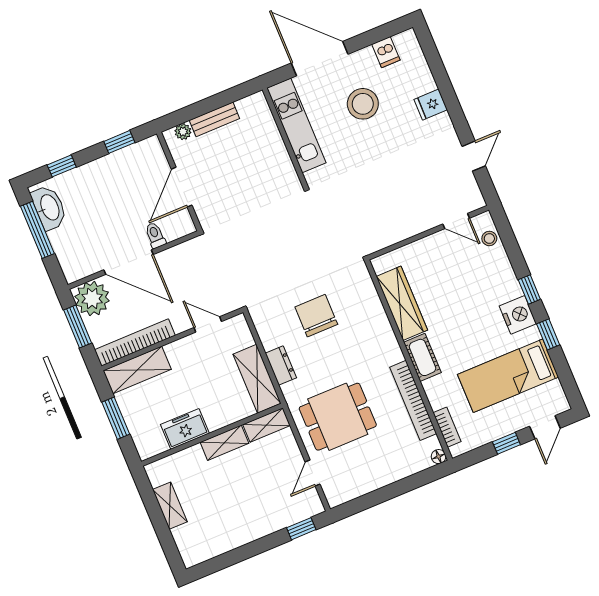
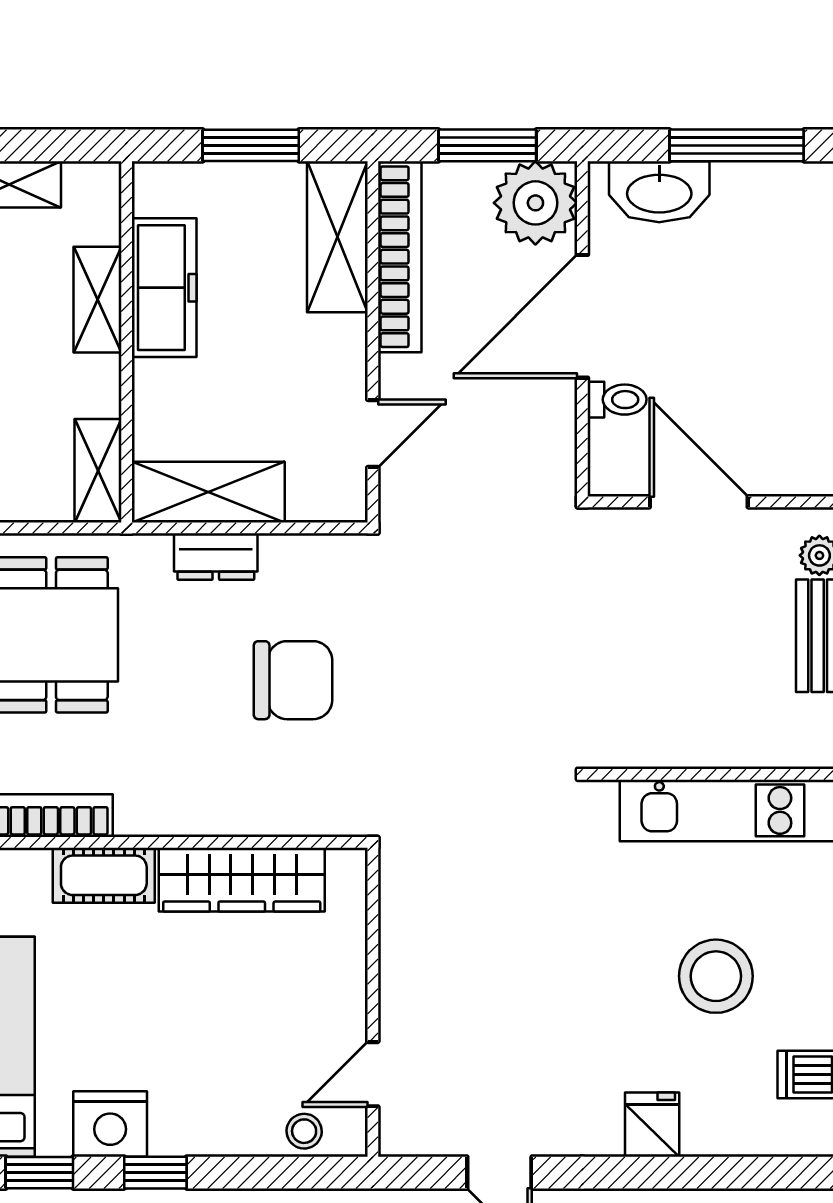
washbasin: (49, 208) -> (659, 192), moved
freezer: (185, 429) -> (164, 288), width x1.40
shelving: (224, 443) -> (97, 300), moved

